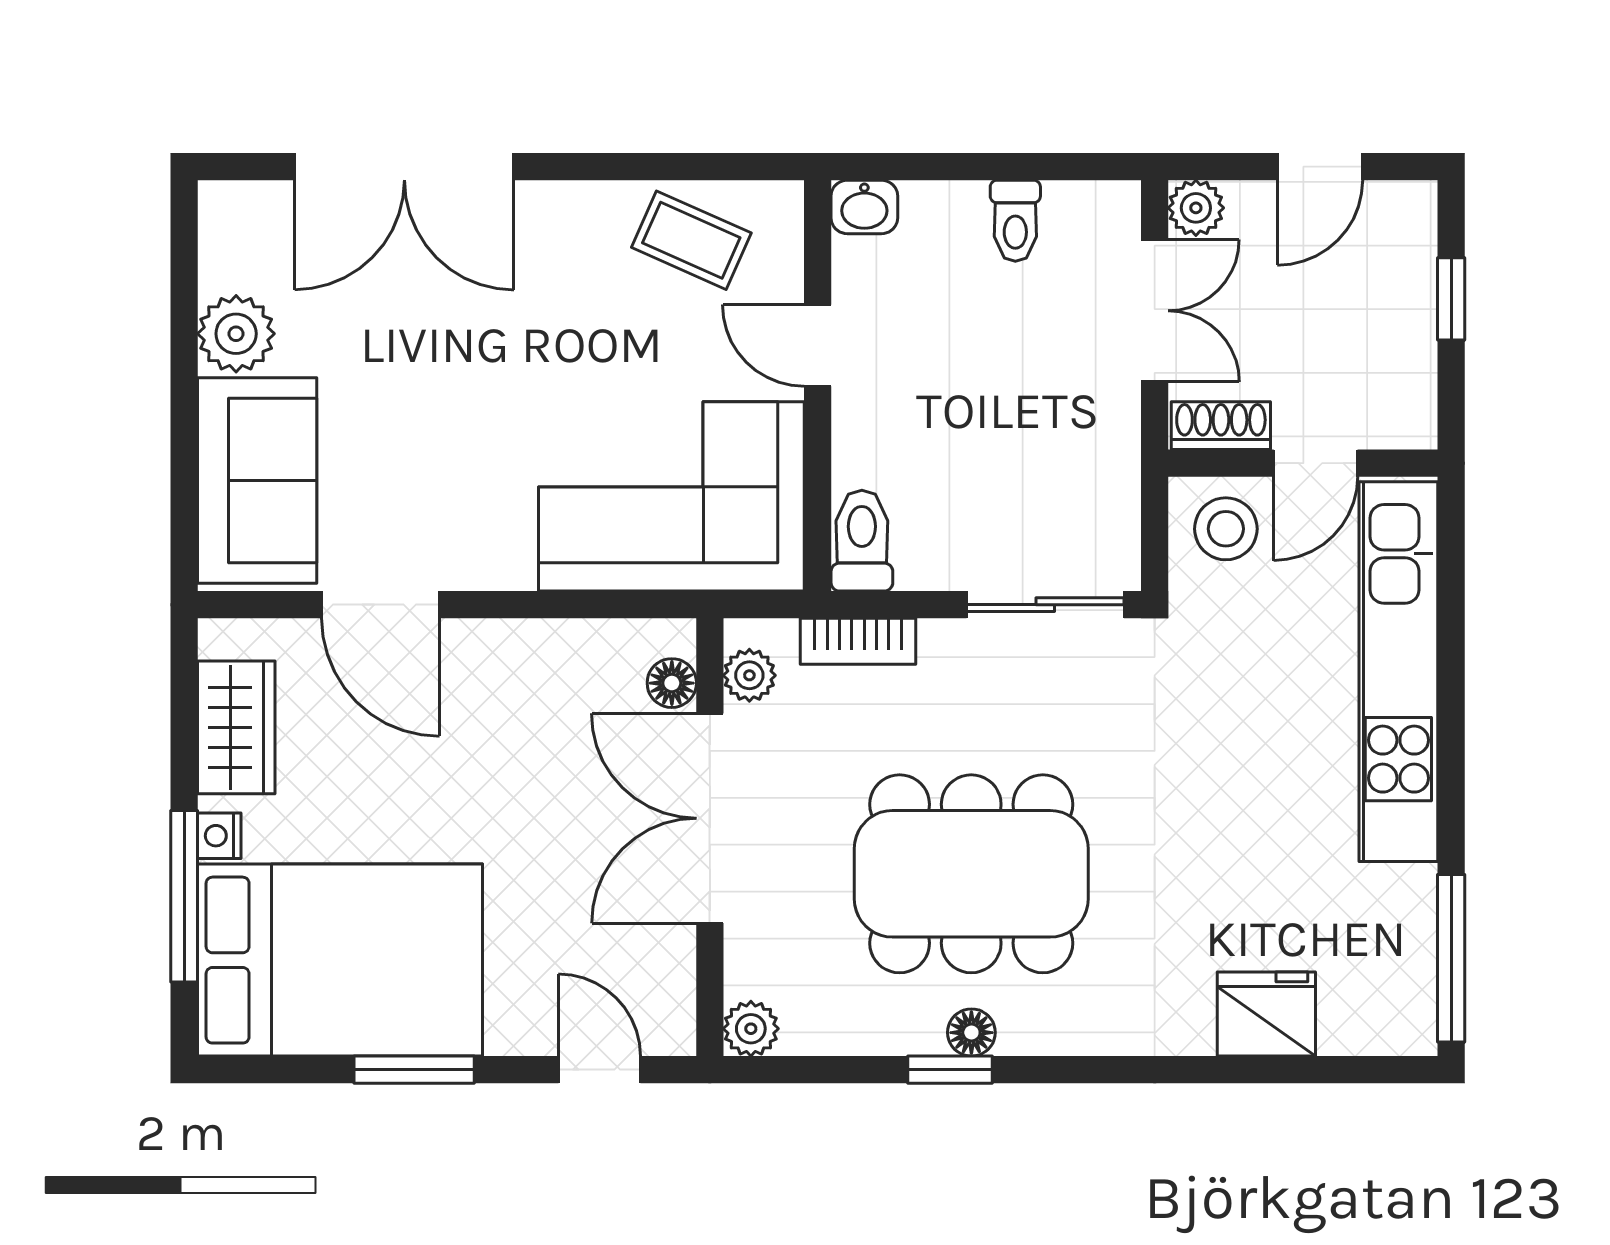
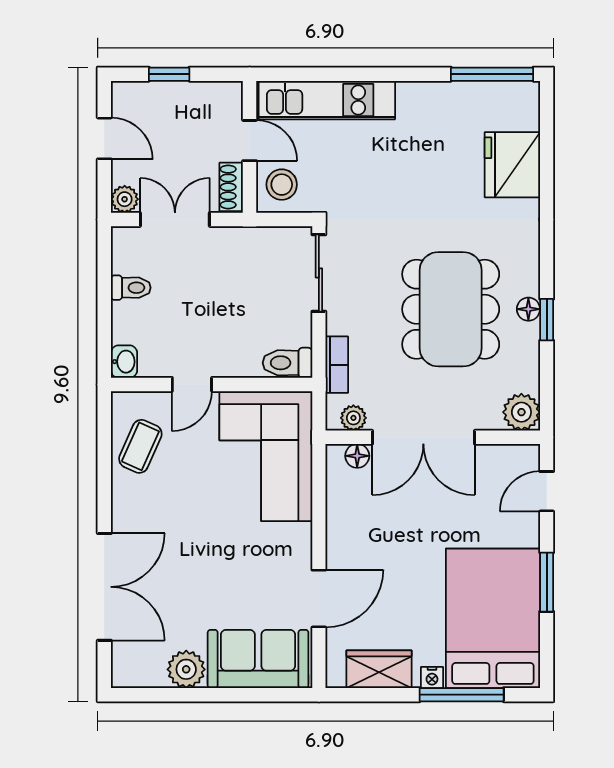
kitchen unit: (1398, 672) -> (327, 100), width x0.73
fridge: (1266, 1014) -> (512, 165), width x1.36, depth x1.34
plant: (751, 1029) -> (521, 412), width x1.38, depth x1.38

